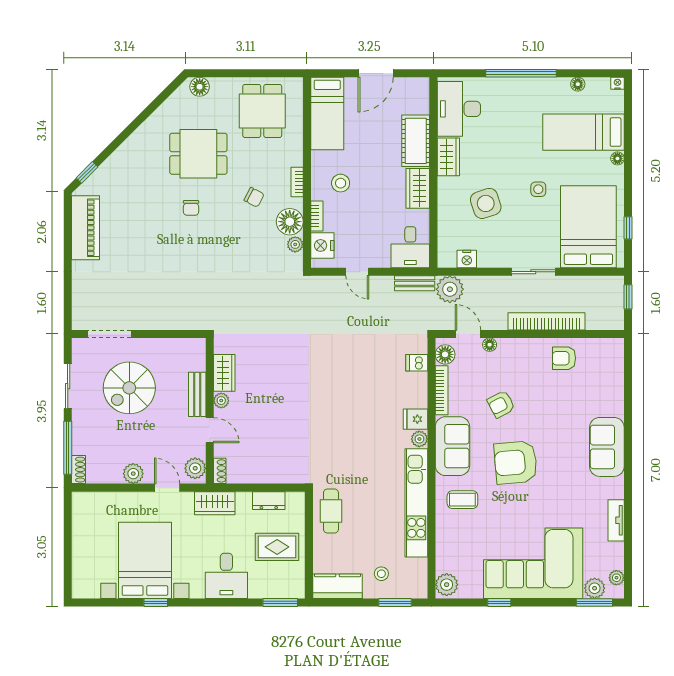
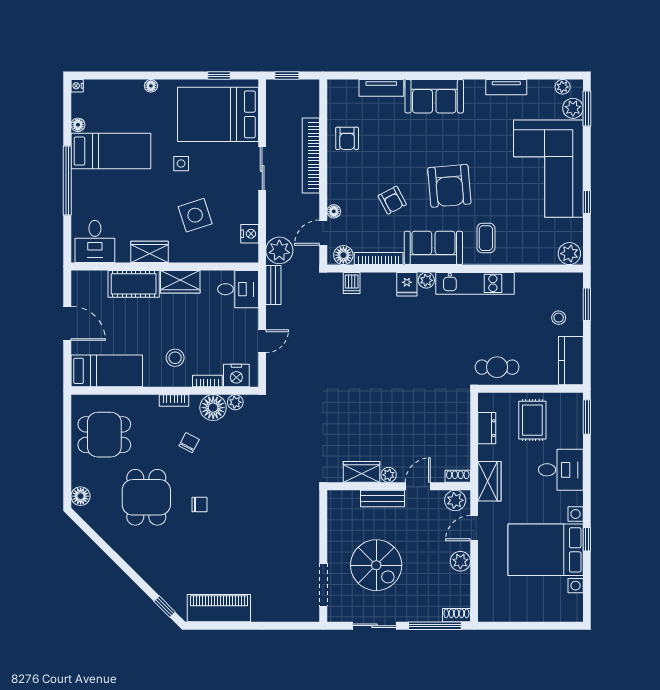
desk: (459, 109) -> (95, 242), width x0.73
bed: (584, 132) -> (111, 151), moved, turned -90
tv unit: (615, 393) -> (381, 88), added
kitchen unit: (416, 503) -> (475, 283), width x0.73

